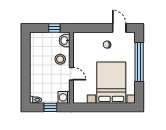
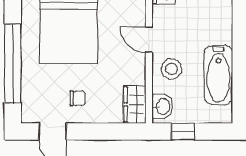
wardrobe: (78, 42) -> (135, 104), added
bathtub: (37, 56) -> (218, 75), added

